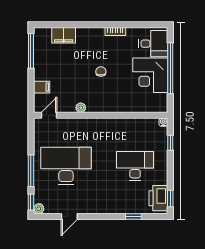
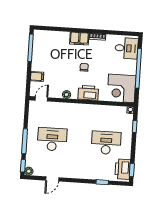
filing cabinet: (64, 35) -> (79, 39), moved
corner desk: (150, 75) -> (121, 88), moved
printer: (108, 104) -> (88, 93), added
desk: (66, 166) -> (52, 139), width x0.73, depth x0.77

